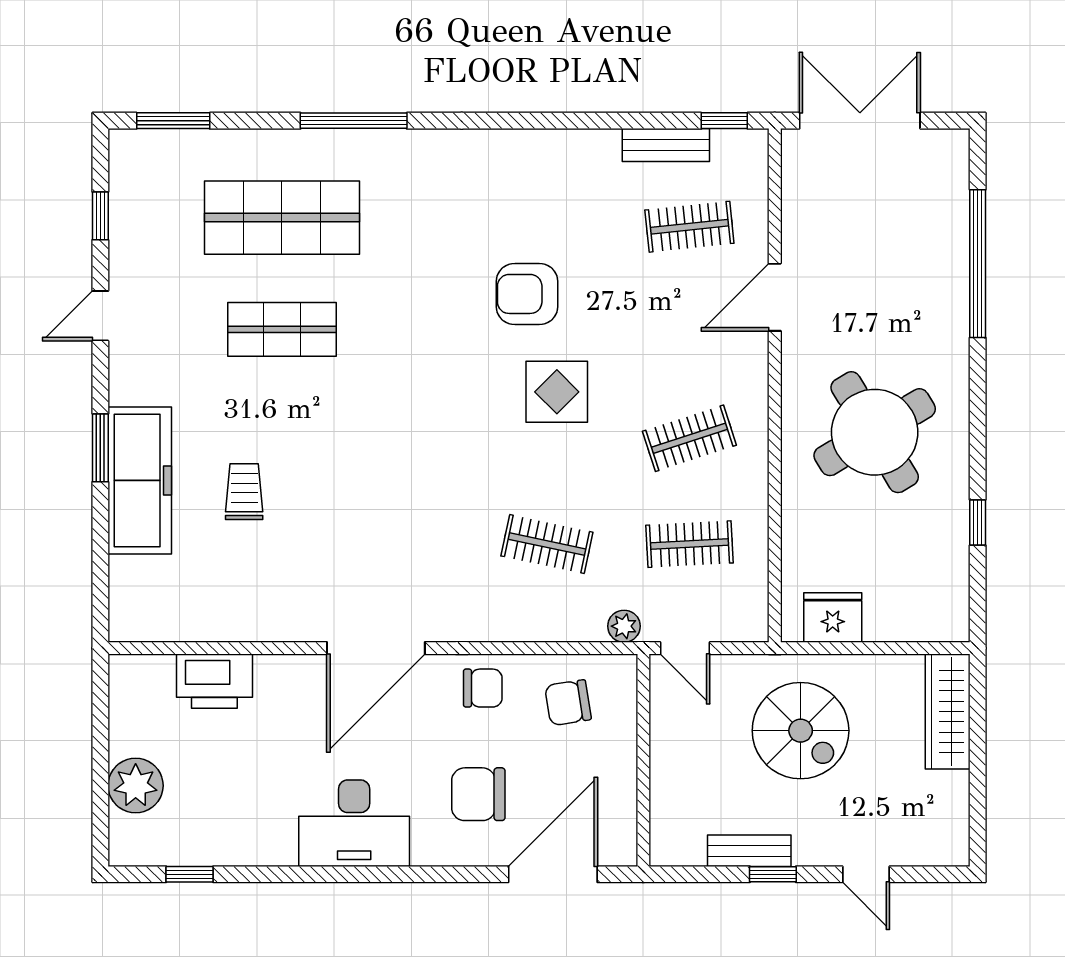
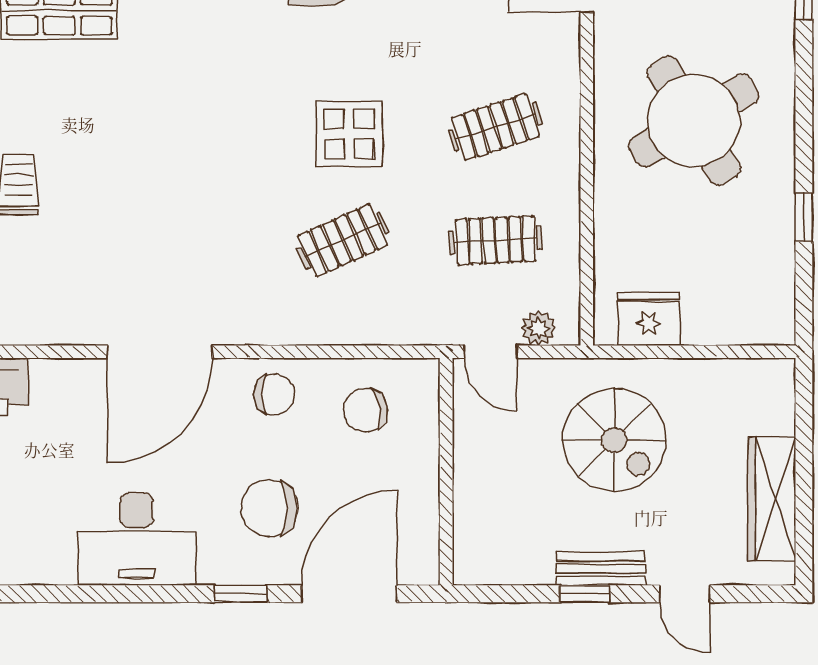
display table: (557, 392) -> (349, 134), moved
clothes rail: (547, 544) -> (343, 240), turned -36
plant: (624, 626) -> (538, 328), moved
wardrobe: (948, 712) -> (772, 499), moved
bench: (749, 851) -> (601, 569), moved
window: (451, 874) -> (241, 594), added

